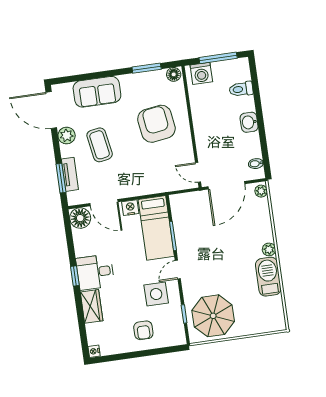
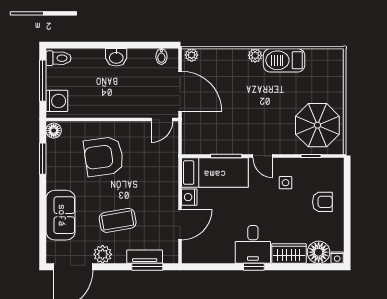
toilet: (241, 89) -> (59, 58), moved, turned -90
floor lamp: (80, 218) -> (319, 252), moved
side table: (156, 294) -> (286, 183), width x0.54, depth x0.54

